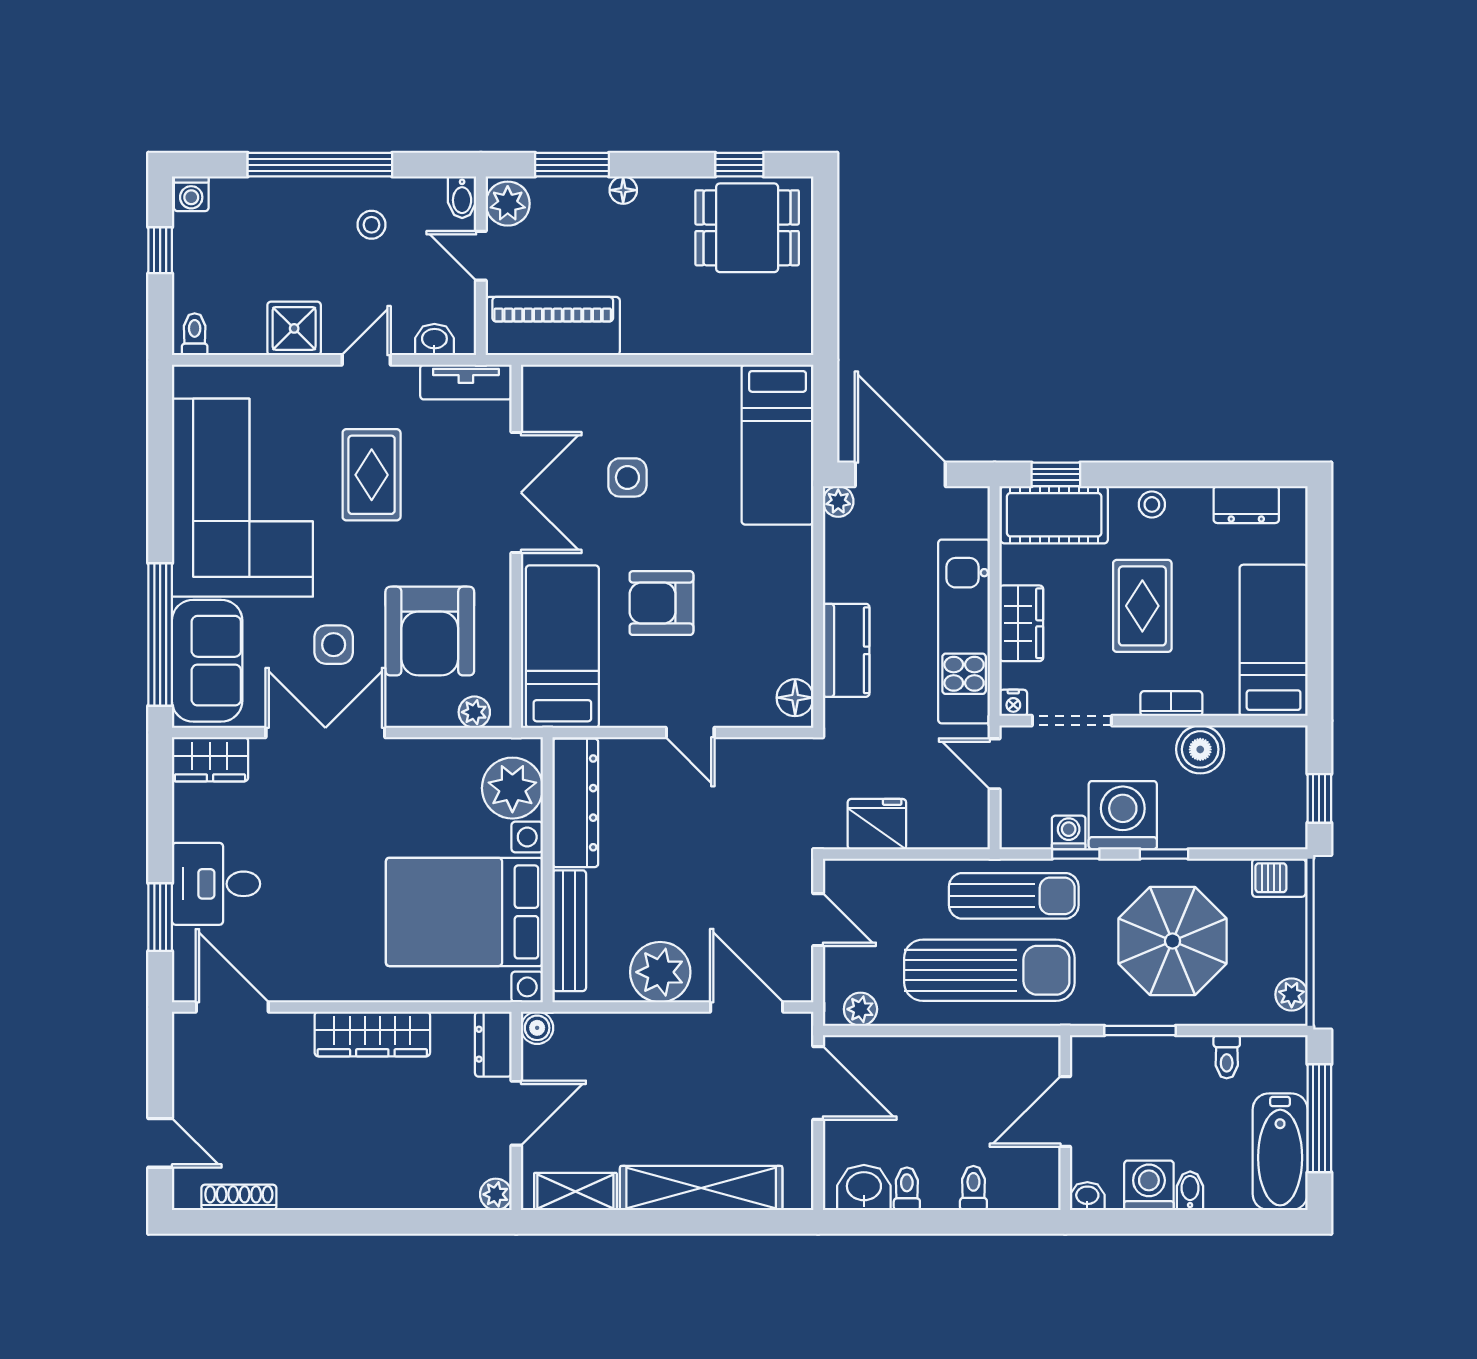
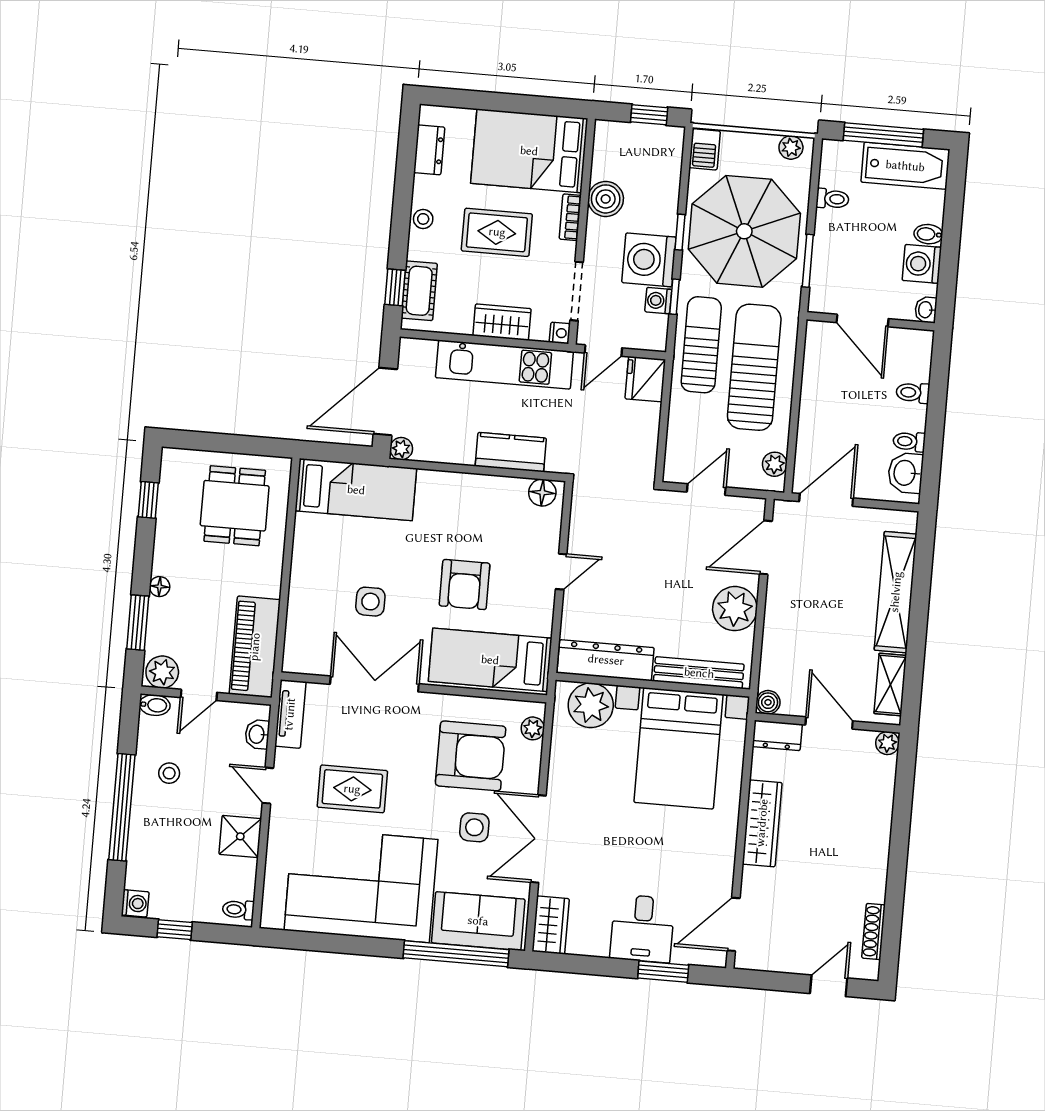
dining table: (747, 228) -> (235, 506), moved
cot: (1054, 515) -> (419, 291), width x0.73, depth x0.75
bed: (1274, 640) -> (529, 151), width x1.50
fridge: (877, 824) -> (645, 379), moved
parasol: (1173, 941) -> (744, 231), width x1.36, depth x1.36

